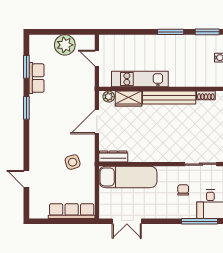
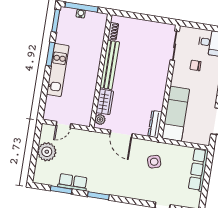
kitchen unit: (140, 79) -> (58, 70), moved, turned 180

